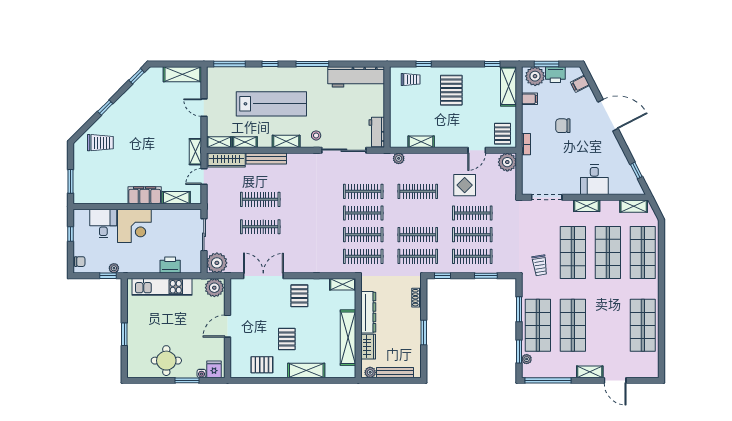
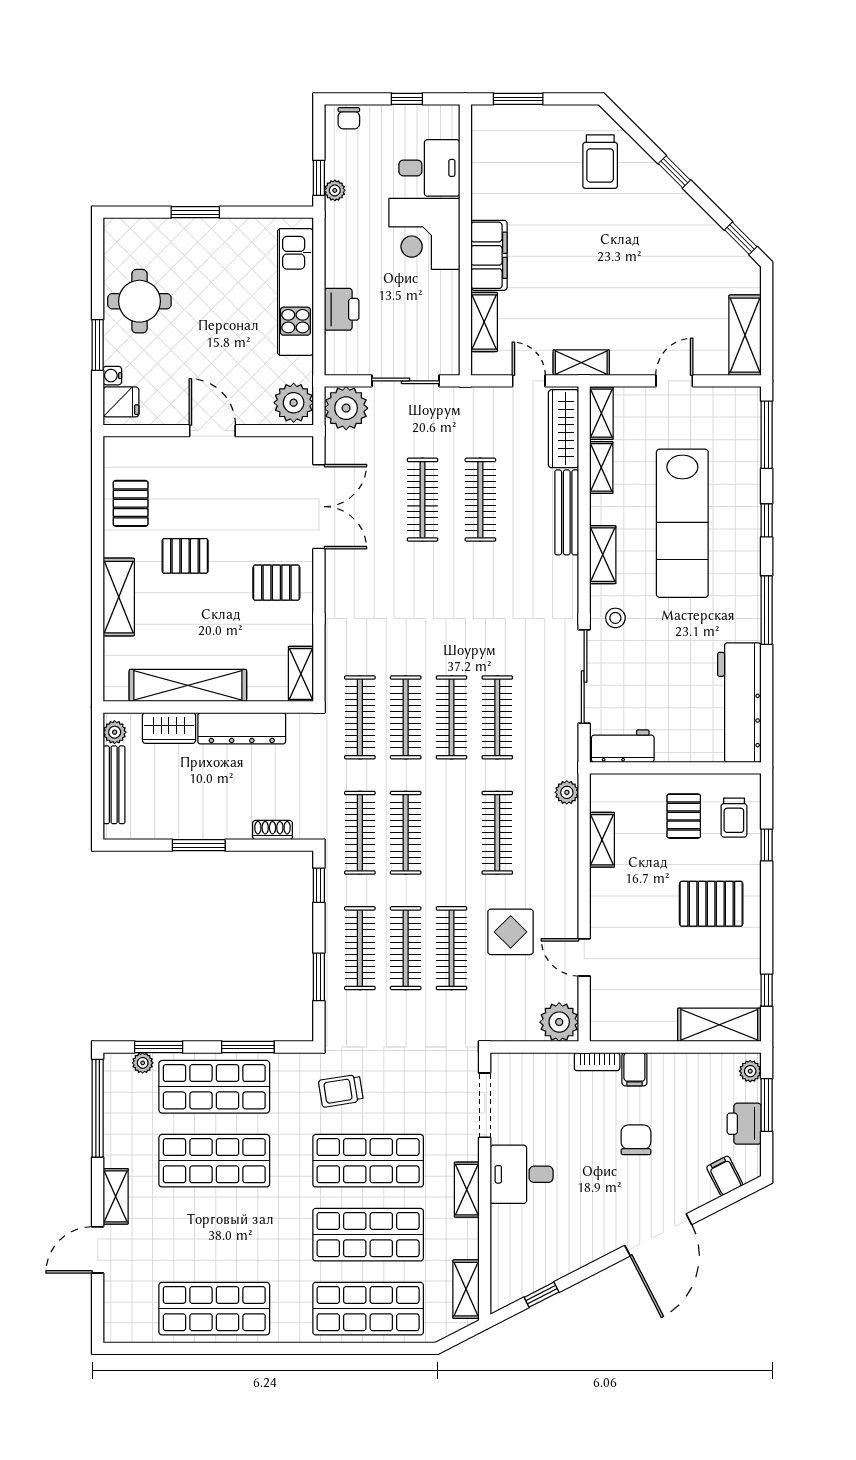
plant: (535, 76) -> (750, 1071), width x0.53, depth x0.53
filing cabinet: (530, 99) -> (634, 1069), moved
pallet: (503, 134) -> (684, 816), moved, turned 90
desk: (594, 180) -> (522, 1174), moved

